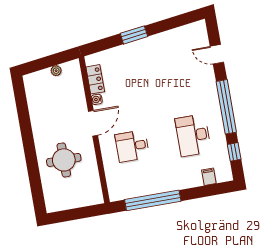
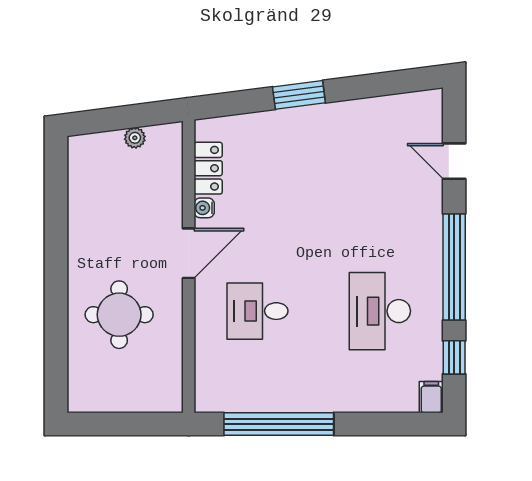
filing cabinet: (209, 177) -> (431, 397), moved

